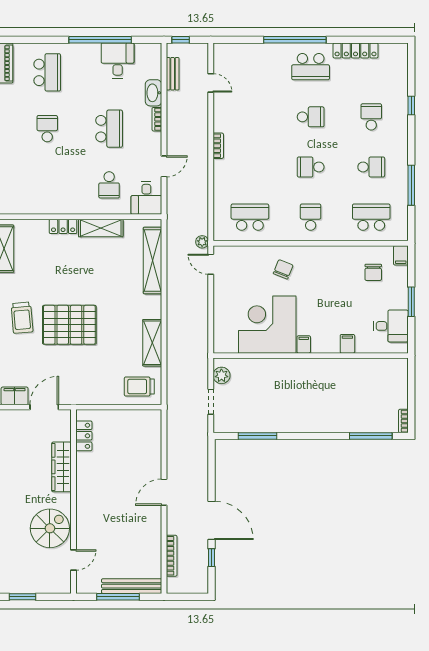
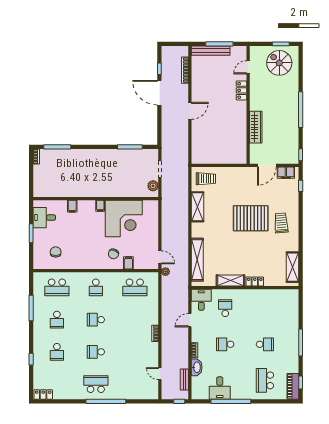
locker: (356, 50) -> (43, 394), moved, width x0.66
school desk: (47, 129) -> (265, 344), turned -90
school desk: (109, 129) -> (225, 344), width x0.54
school desk: (311, 167) -> (96, 320), turned 180
school desk: (371, 167) -> (57, 320), turned -90
filing cabinet: (401, 255) -> (128, 263), moved
locker: (84, 436) -> (241, 90), moved
spiral stairs: (50, 528) -> (279, 63), moved, turned 90

